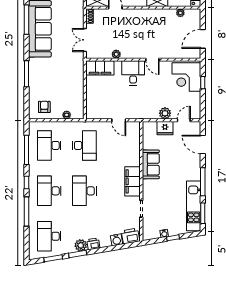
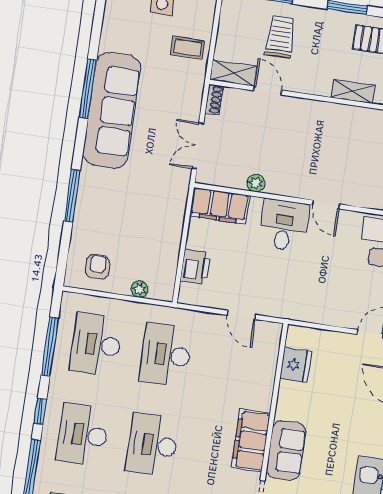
printer: (93, 100) -> (196, 267), added
plant: (165, 113) -> (335, 315), removed
fridge: (165, 128) -> (296, 365), moved, turned -90
desk: (84, 145) -> (166, 355), turned 180
sofa: (151, 164) -> (286, 450), moved

